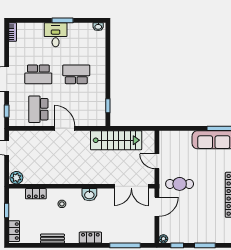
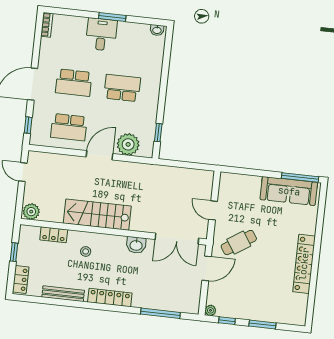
school desk: (38, 109) -> (69, 127), turned -90
plant: (86, 117) -> (128, 144), added
door: (64, 128) -> (99, 155), hinge flipped
stairs: (116, 140) -> (97, 215), moved, turned 180
cafe table: (180, 184) -> (239, 243), turned -33
washbasin: (89, 195) -> (136, 245), moved
locker: (90, 238) -> (110, 298), width x1.53
bench: (52, 239) -> (63, 294), width x1.36

